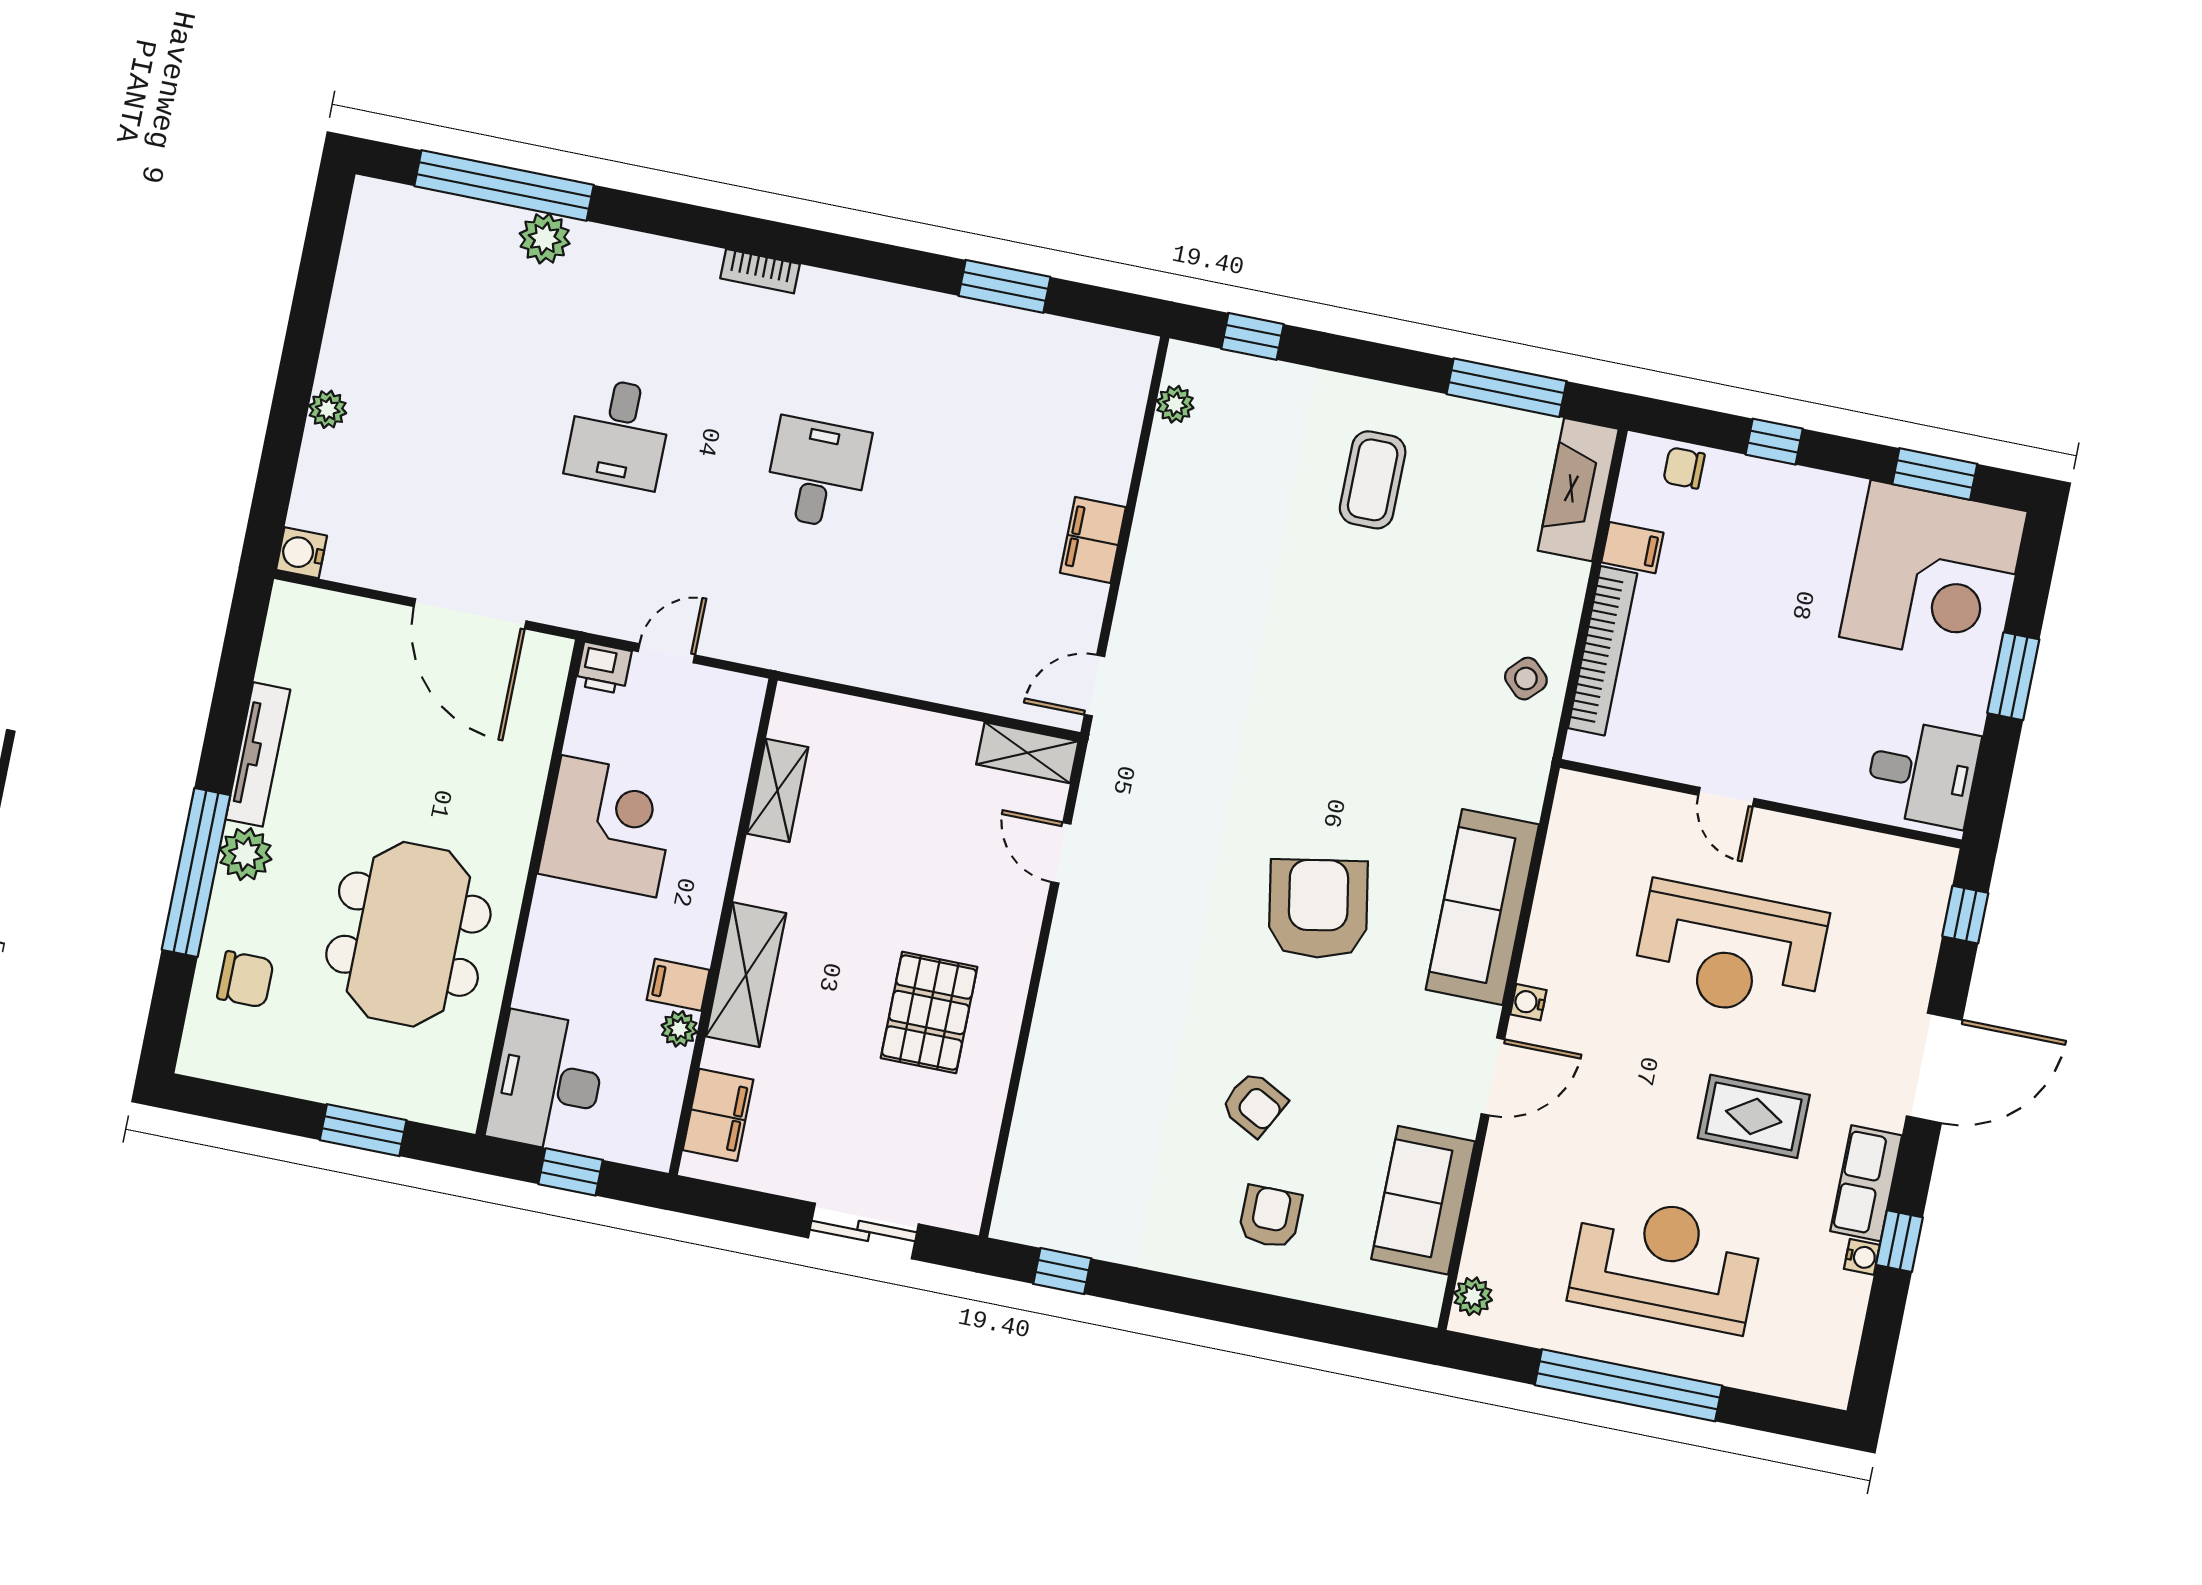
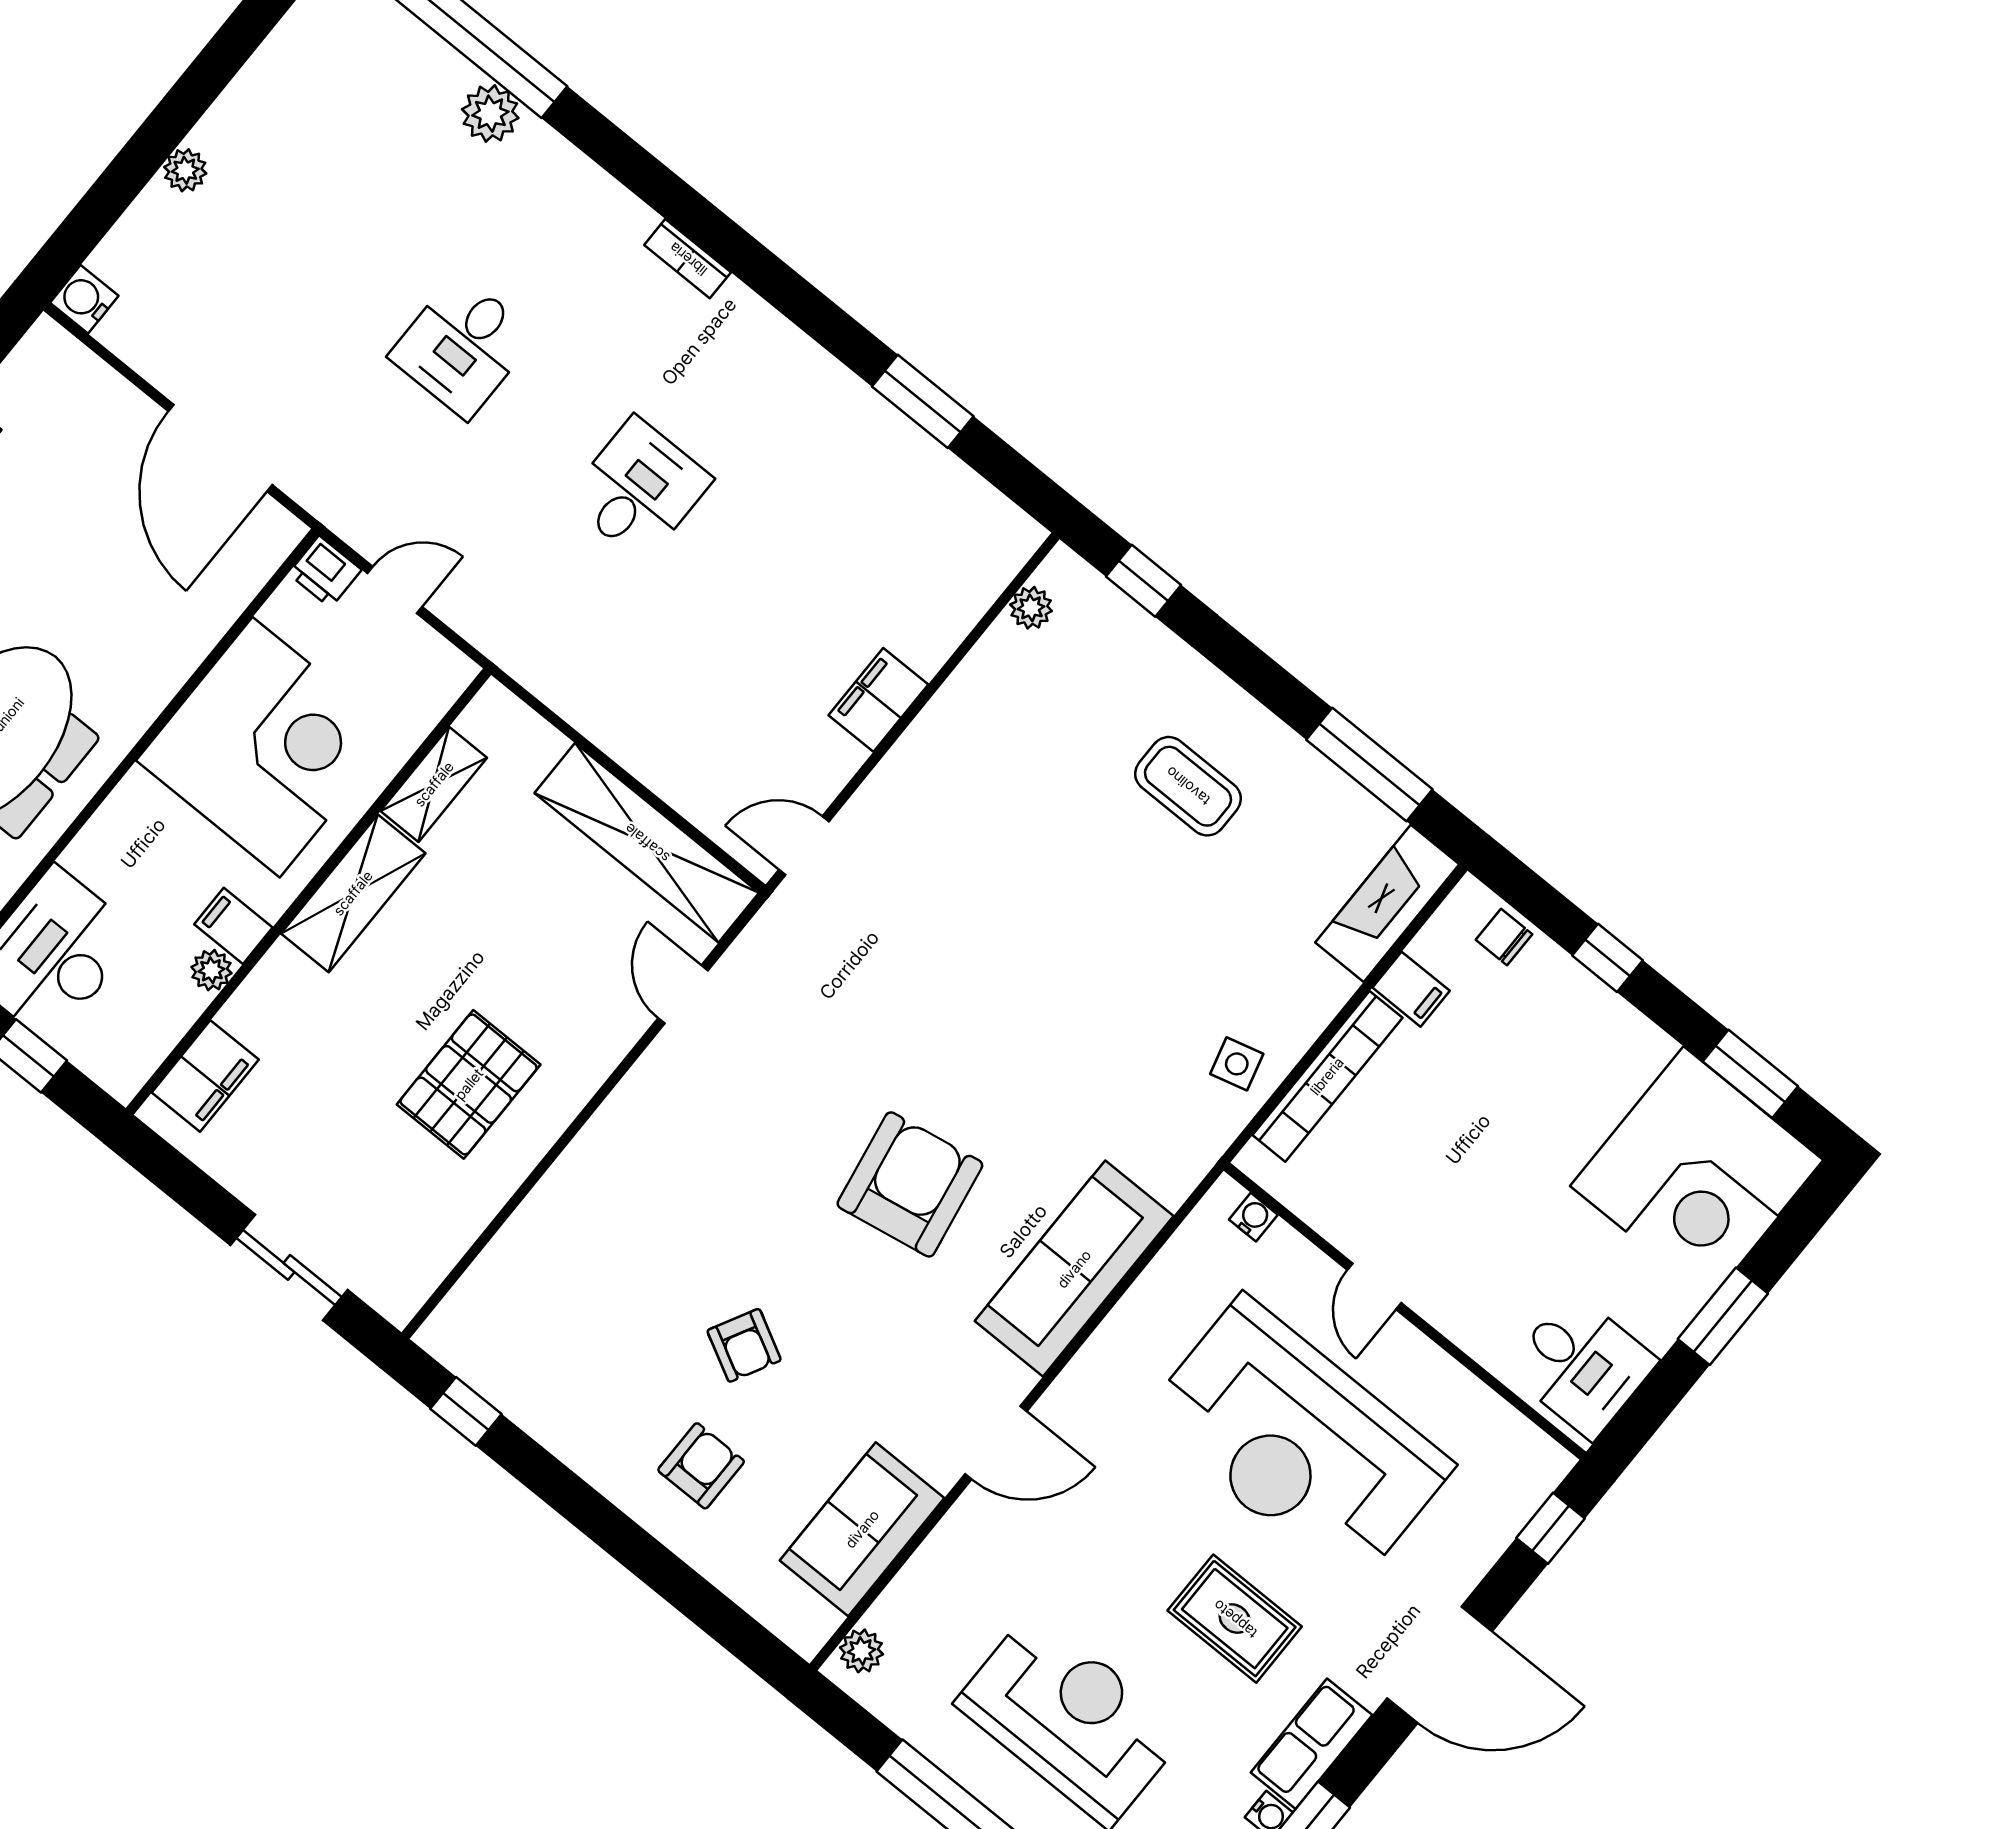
coffee table: (1373, 480) -> (1188, 786), turned 90
side table: (1526, 679) -> (1237, 1064), turned 31
shelving: (1027, 753) -> (647, 843), width x2.20, depth x1.33
corner desk: (609, 826) -> (266, 747), width x1.36, depth x1.36
reception desk: (1730, 951) -> (1298, 1442), width x1.36, depth x1.30
shelving: (746, 975) -> (353, 893), moved
water cooler: (1528, 1002) -> (1253, 1217), moved, turned 90

